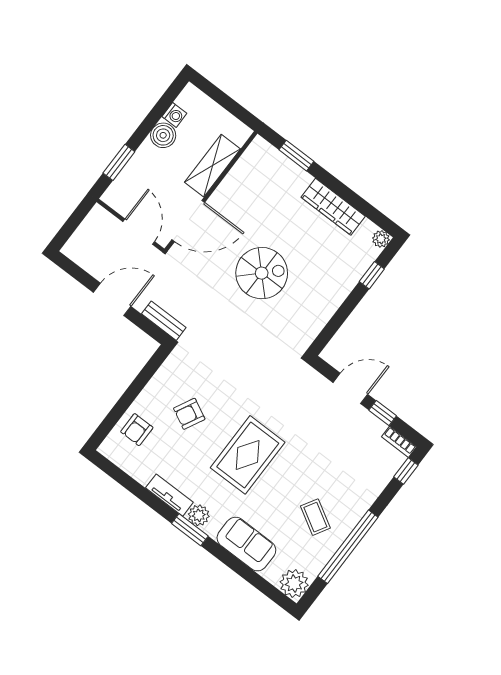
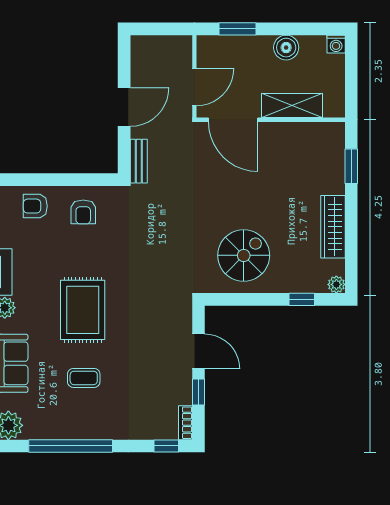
washing machine: (174, 115) -> (336, 44), moved
spiral stairs: (262, 273) -> (244, 255), moved, turned -90
door: (112, 299) -> (124, 107), hinge flipped
armchair: (189, 414) -> (83, 212), moved, turned -117
rug: (248, 455) -> (83, 310), turned 90
coffee table: (315, 517) -> (84, 378), moved, turned 60

